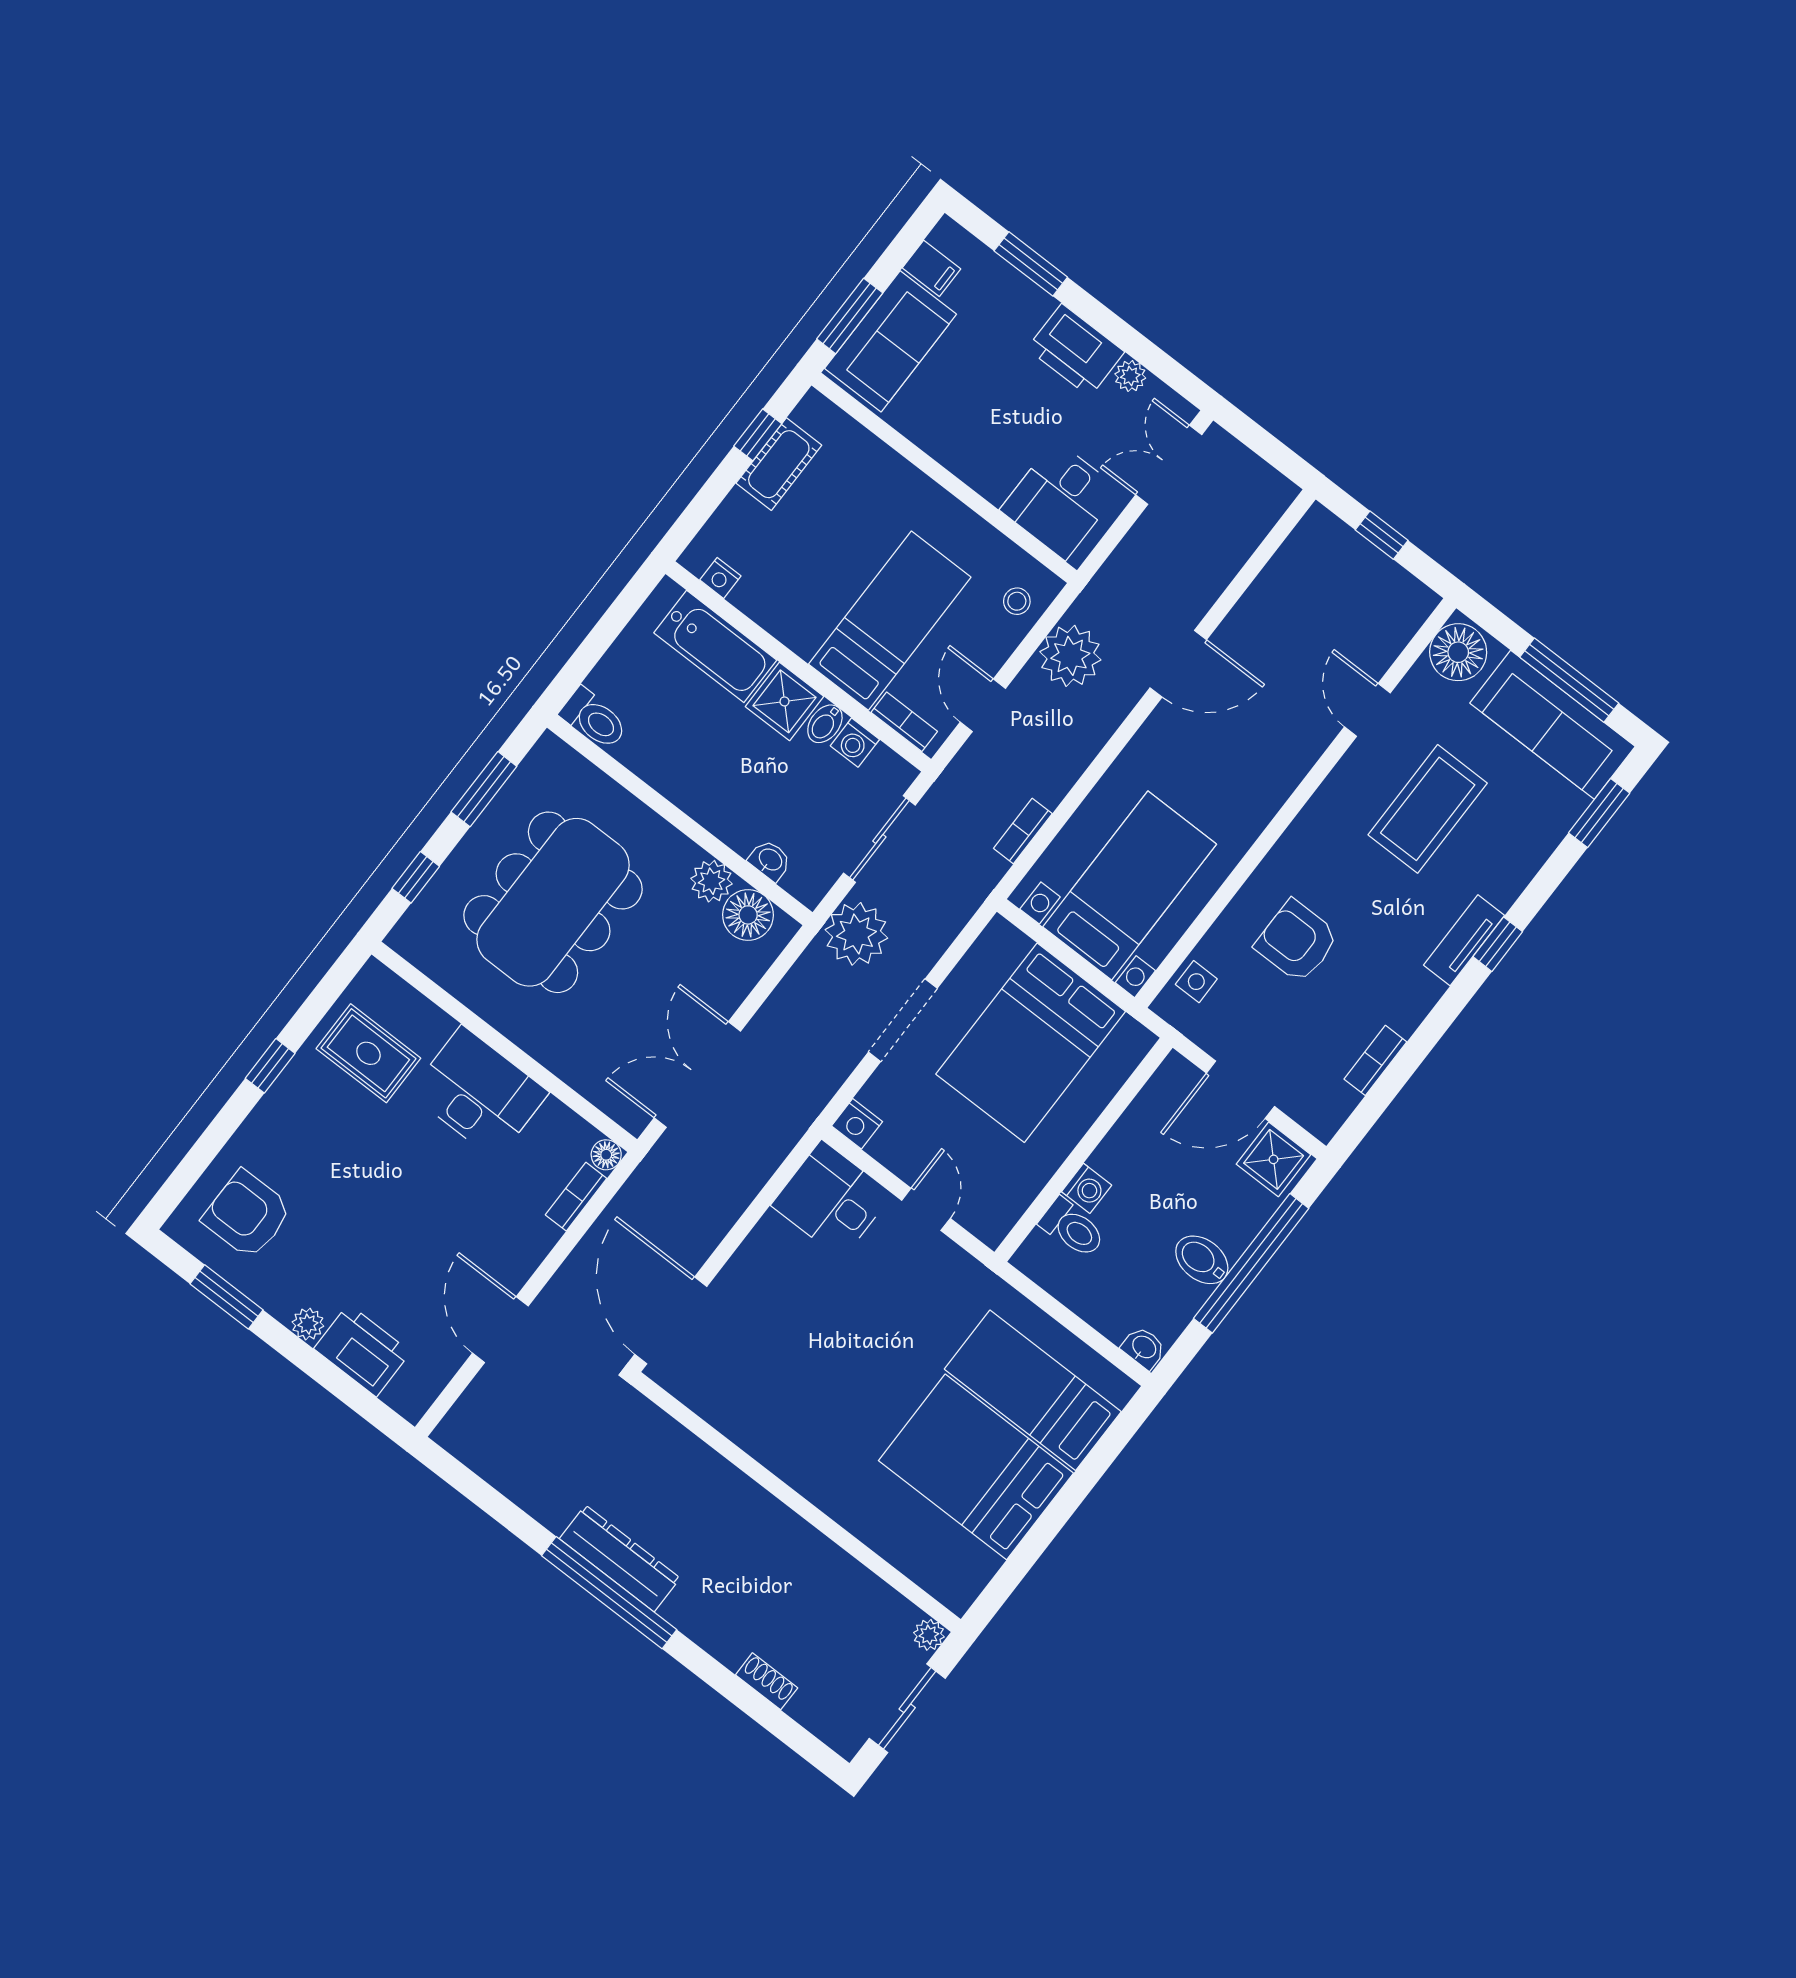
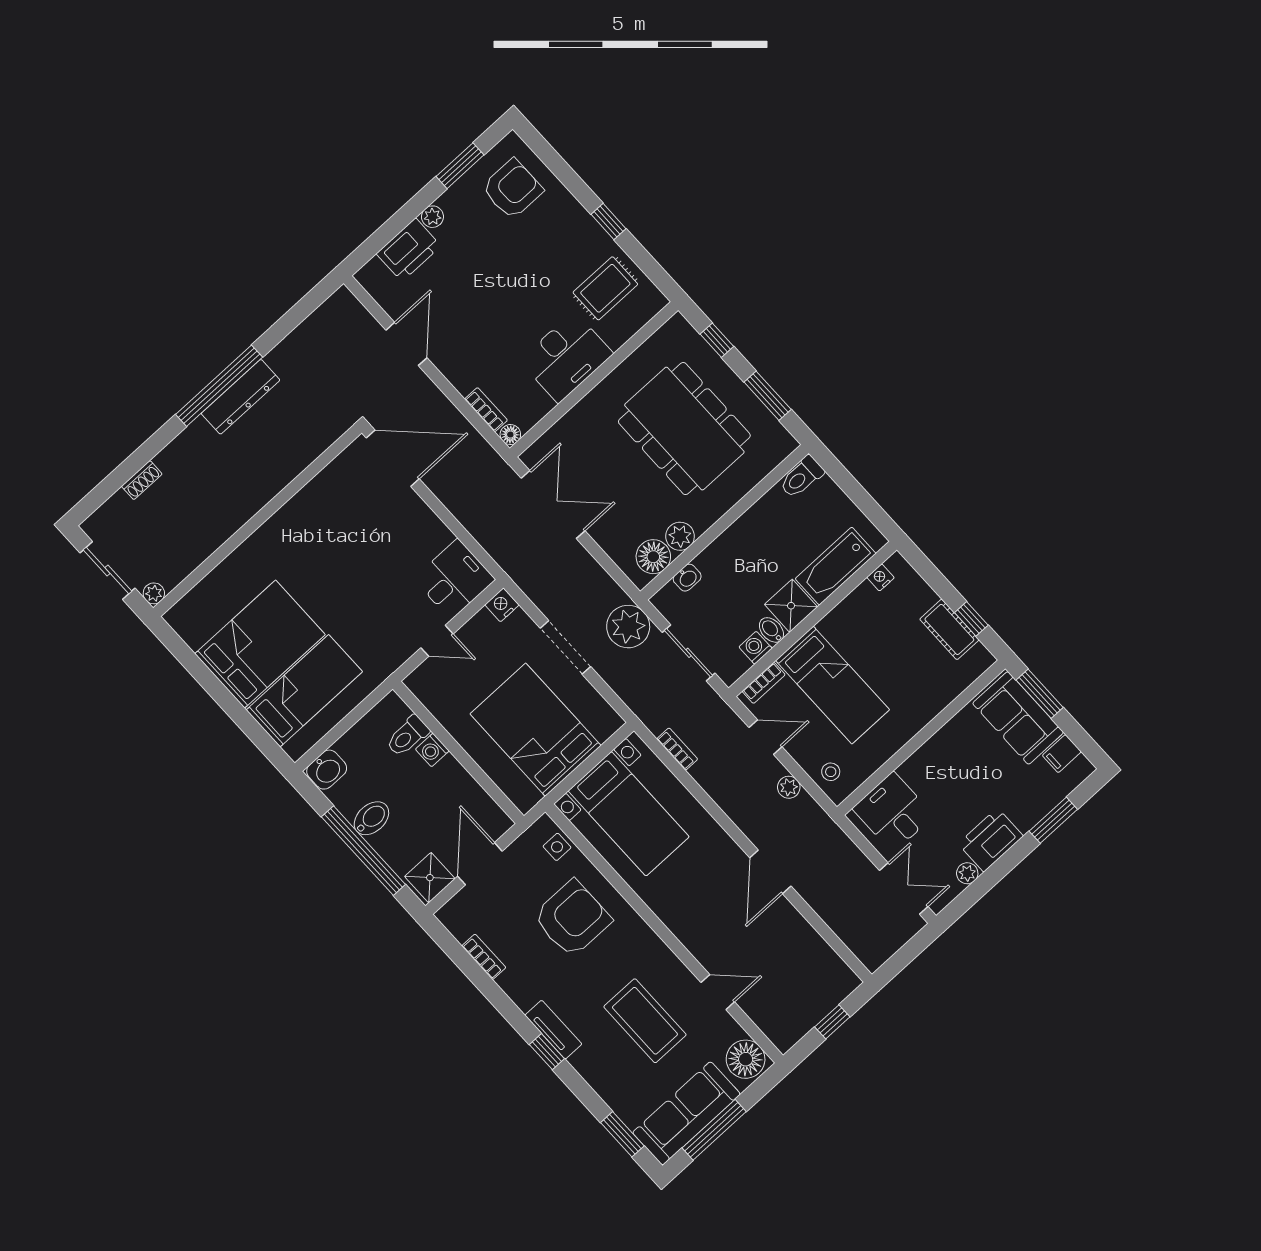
plant: (1070, 656) -> (789, 787), width x0.53, depth x0.53
armchair: (1297, 941) -> (572, 918), width x1.36, depth x1.36
door: (500, 1330) -> (406, 344), hinge flipped
washbasin: (1144, 1348) -> (327, 770), width x1.38, depth x1.45

